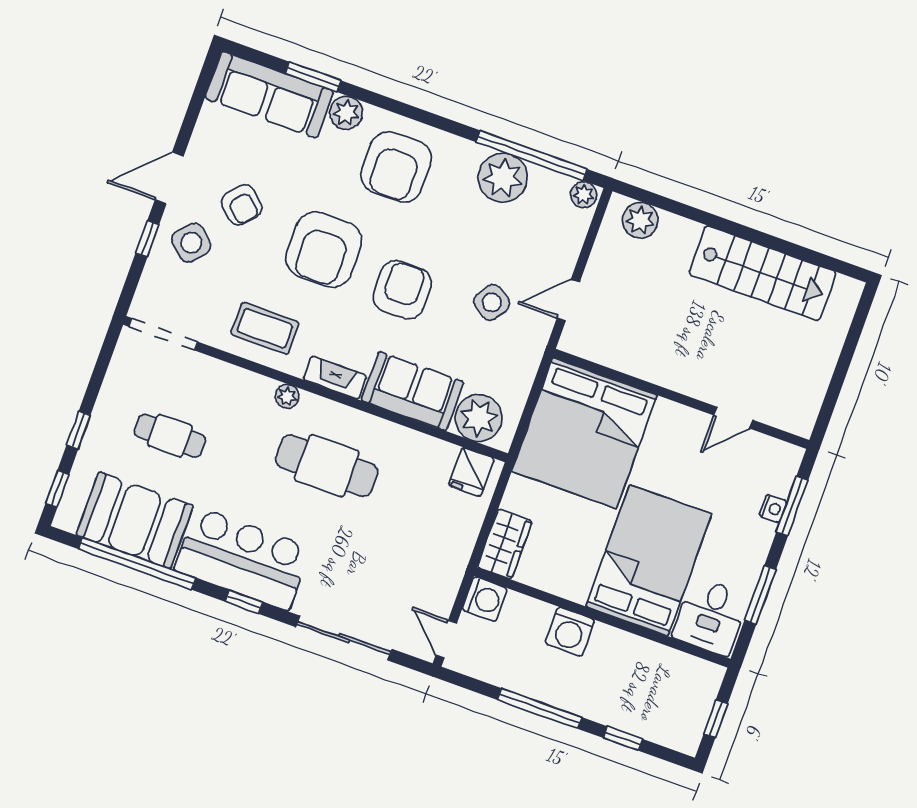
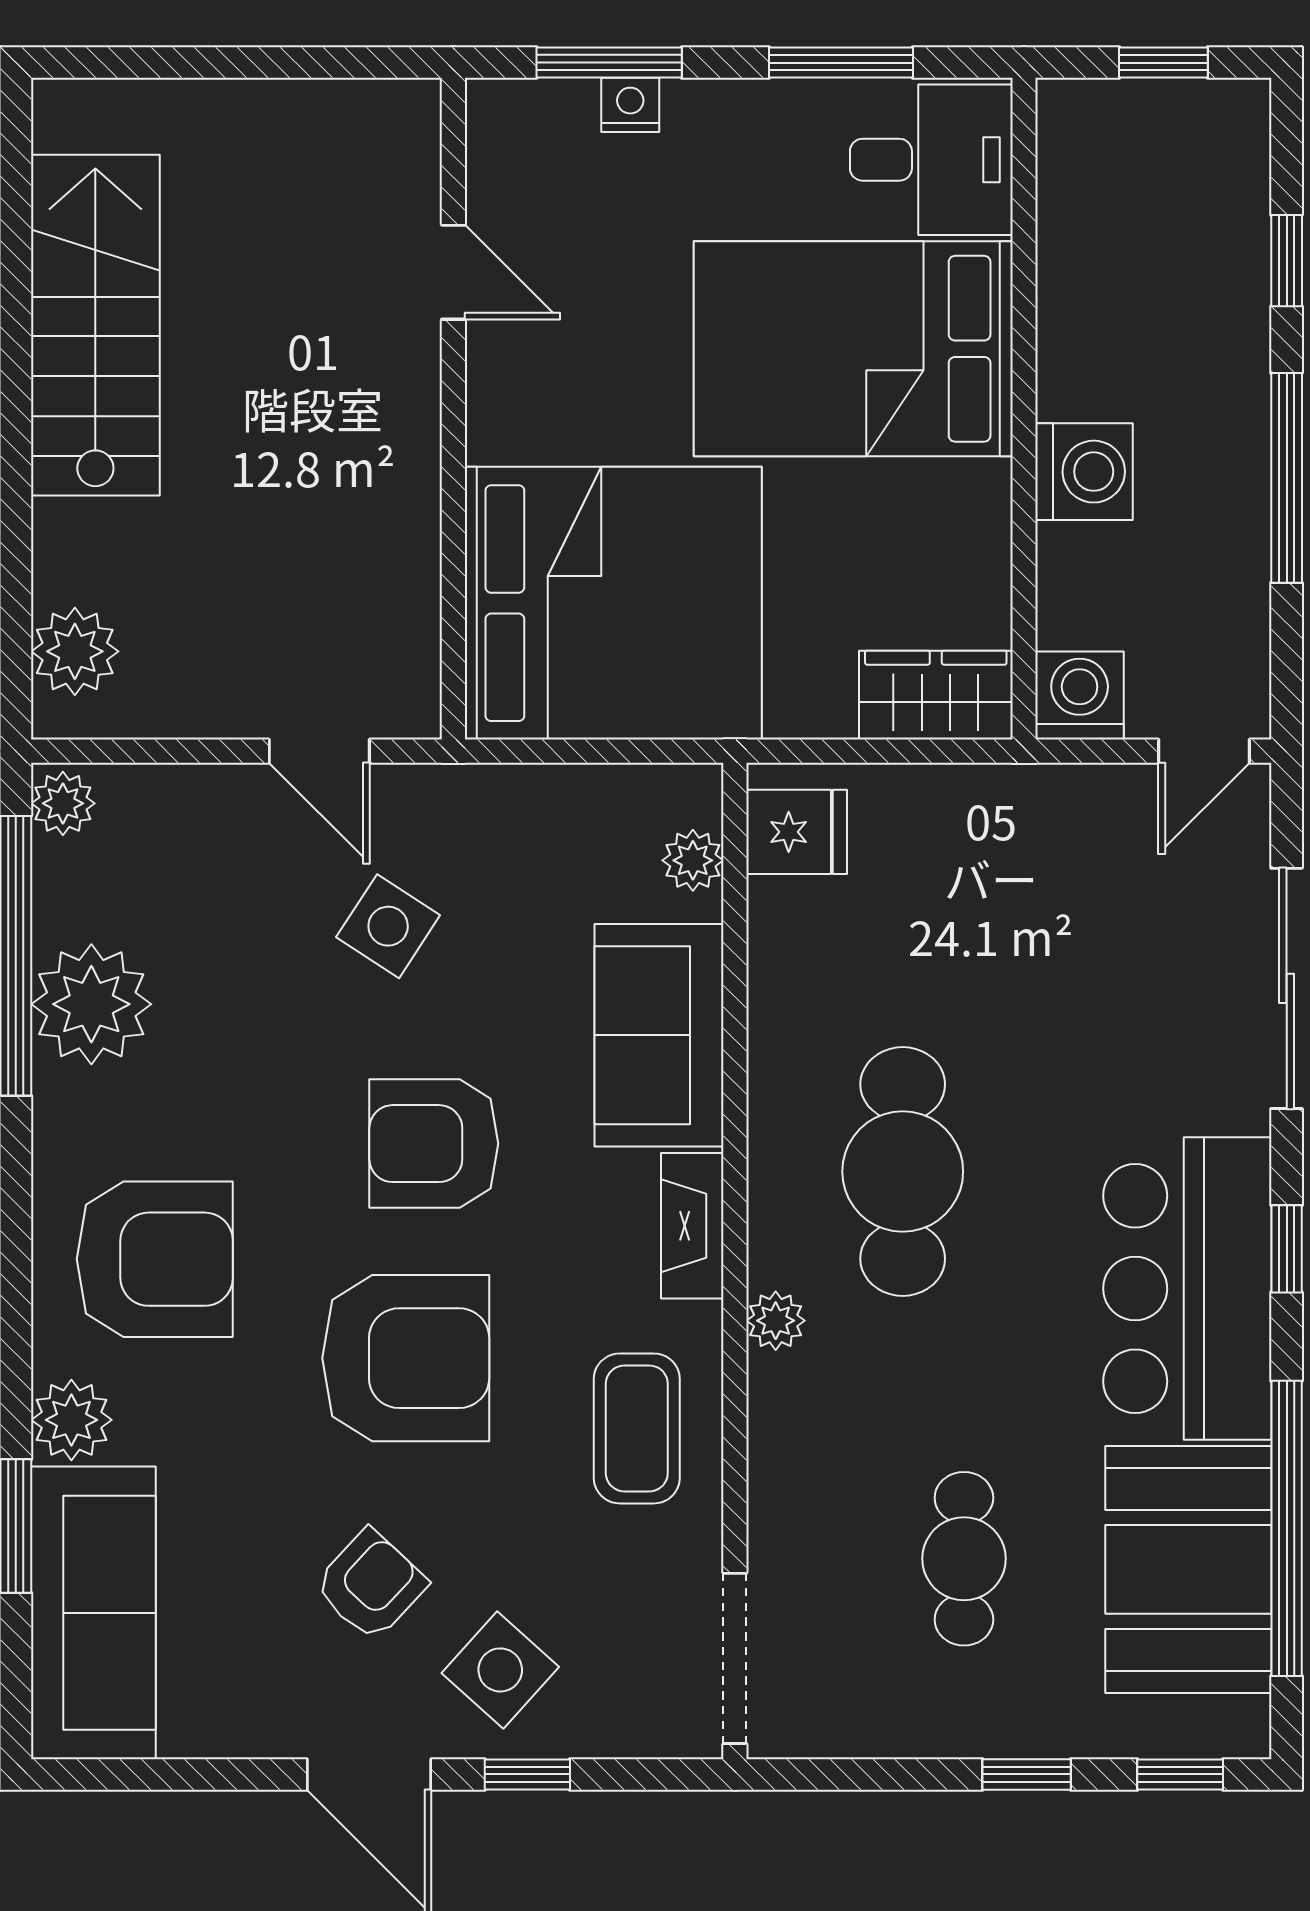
plant: (479, 418) -> (693, 860), width x0.53, depth x0.53

